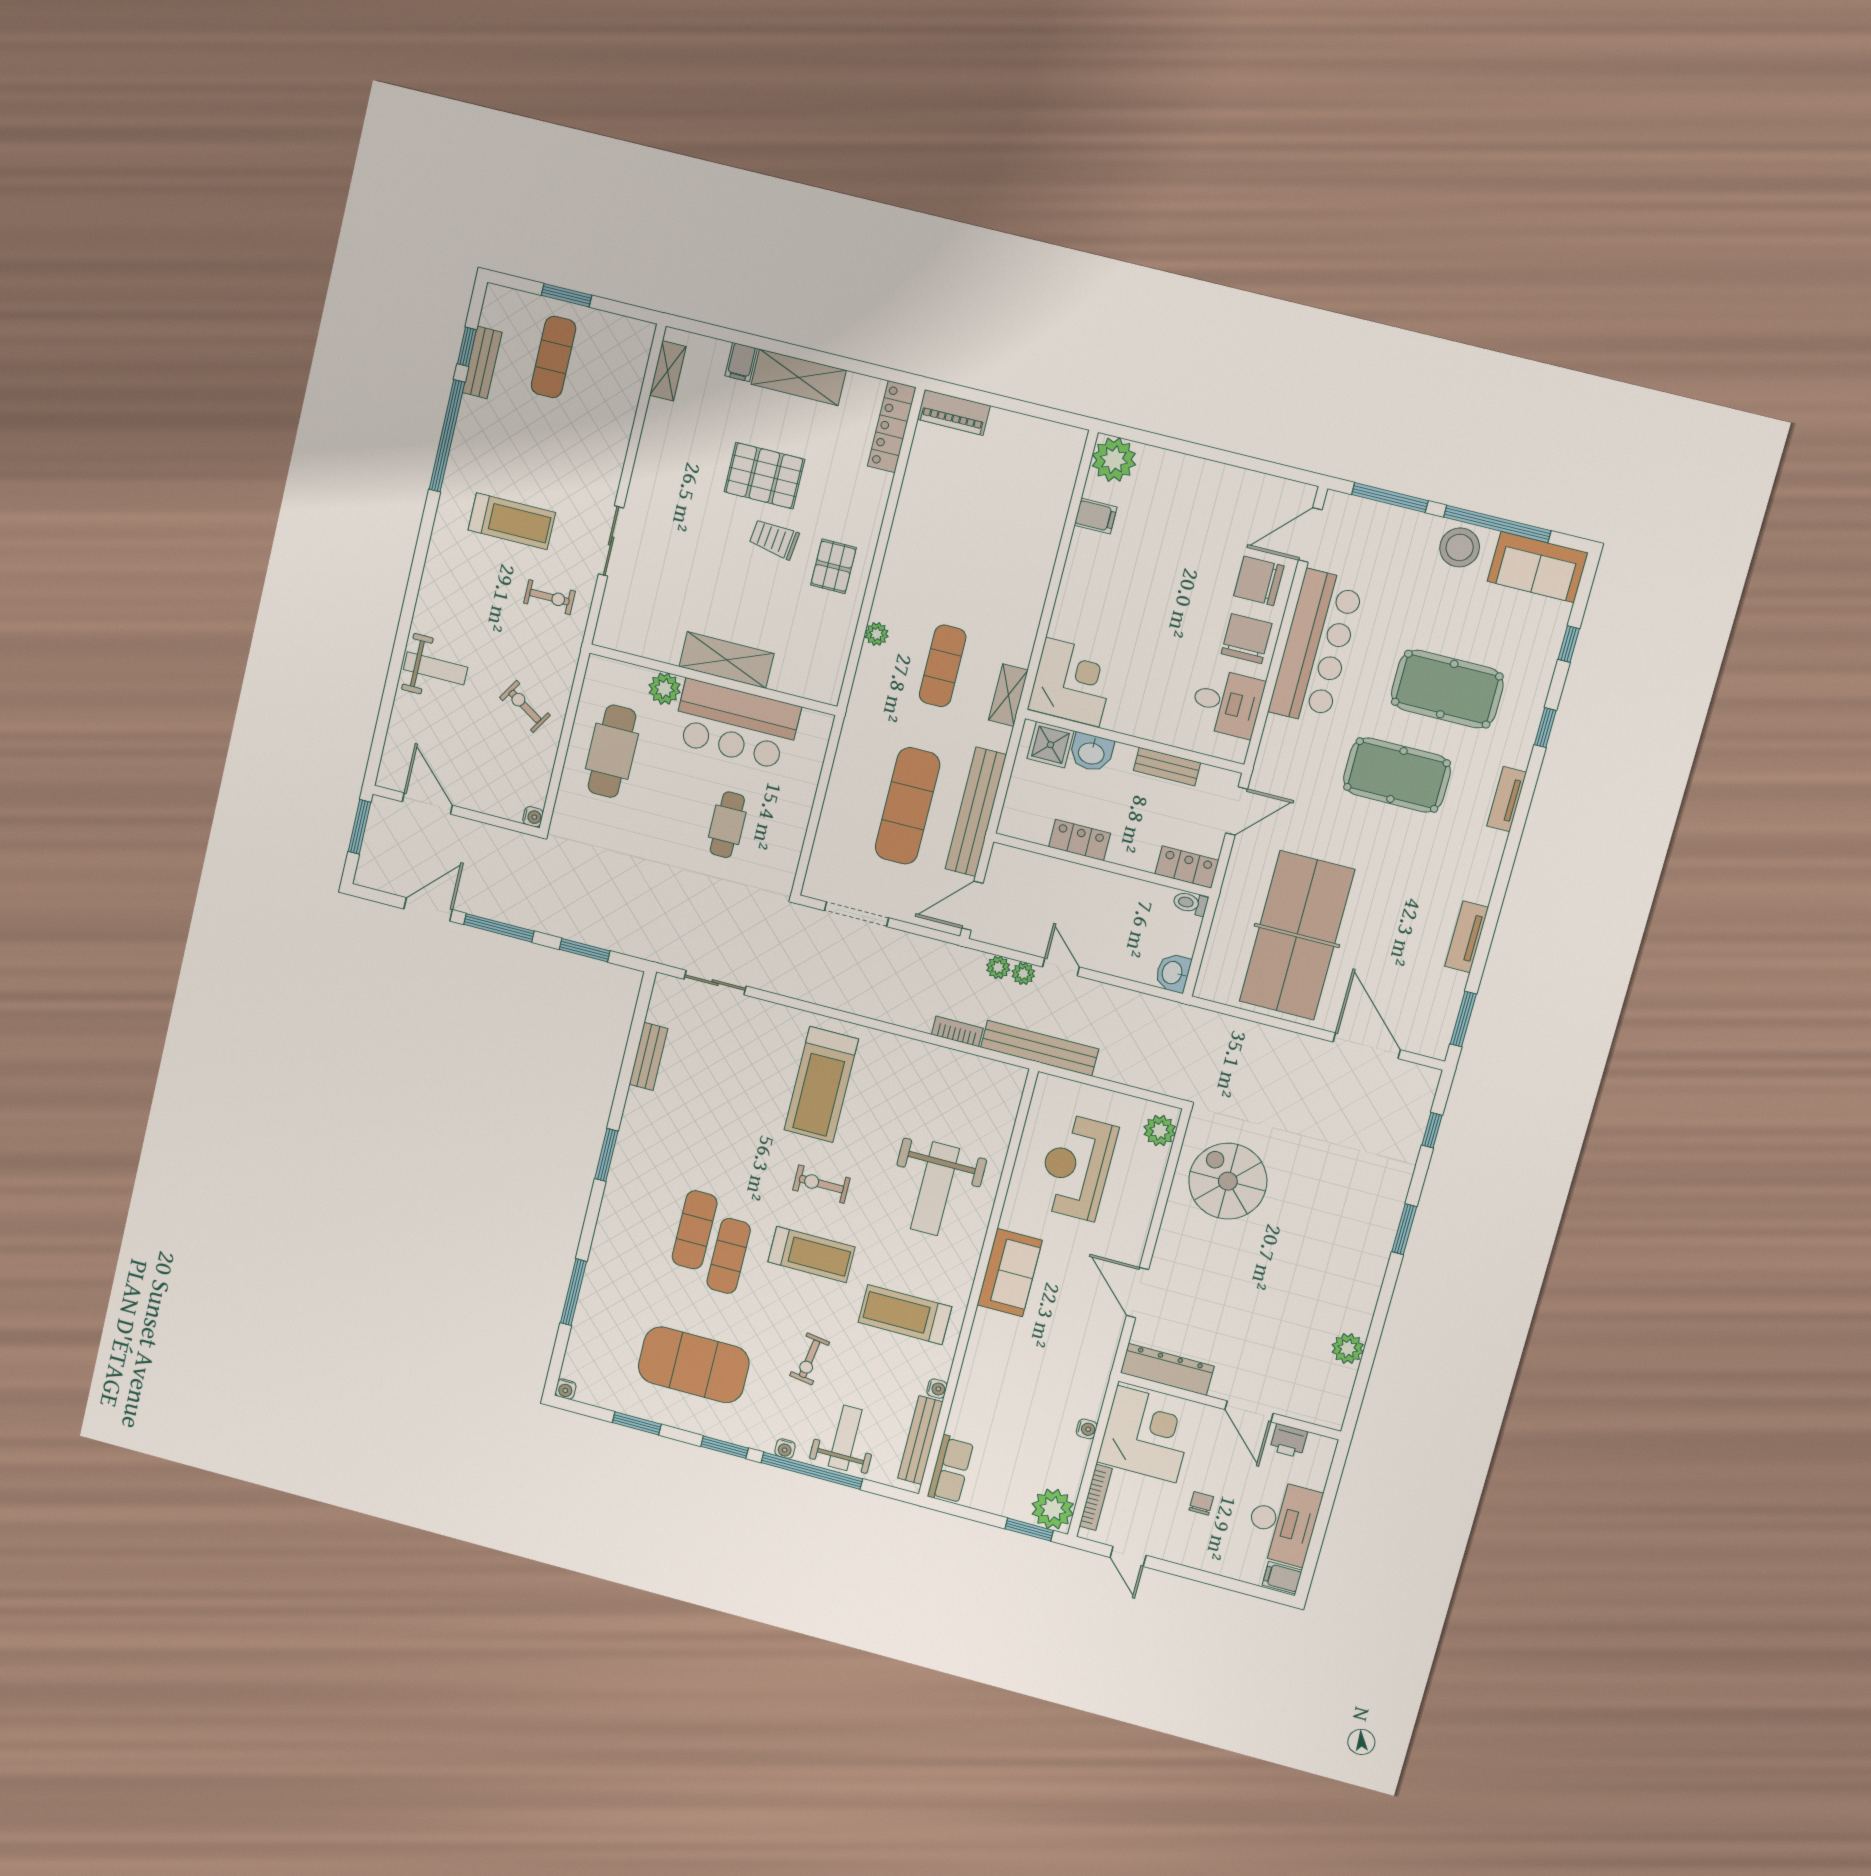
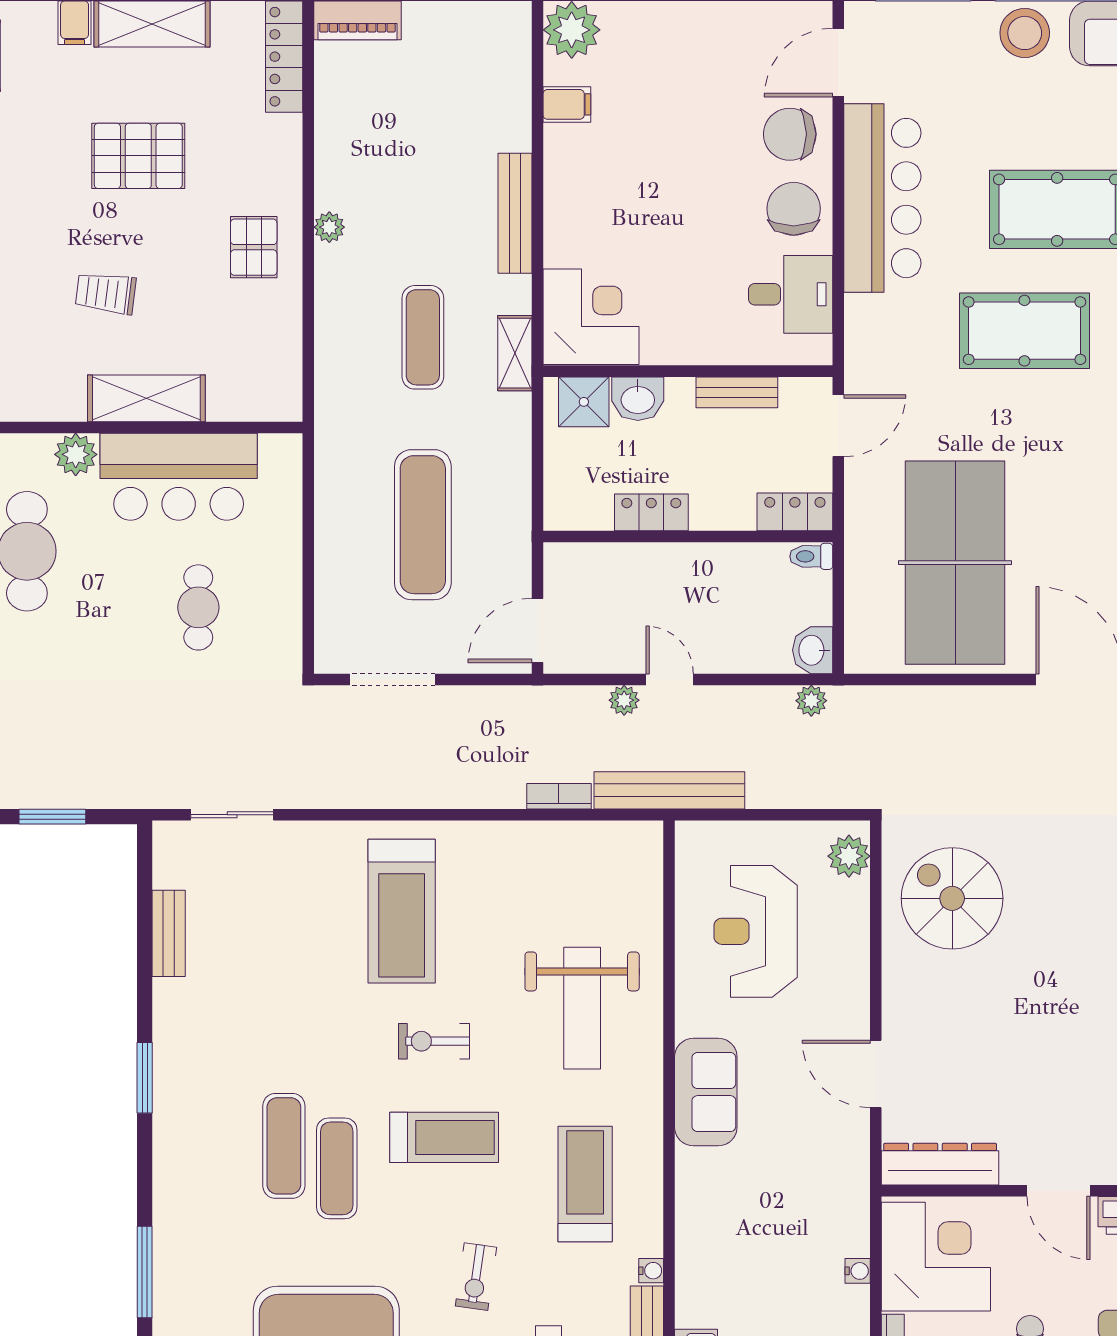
trolley: (774, 539) -> (106, 293), moved
plant: (877, 634) -> (329, 227), moved
bench: (976, 812) -> (515, 213), moved, width x0.73, depth x0.82
plant: (998, 967) -> (811, 701), moved
treadmill: (905, 1315) -> (585, 1184), turned 90

